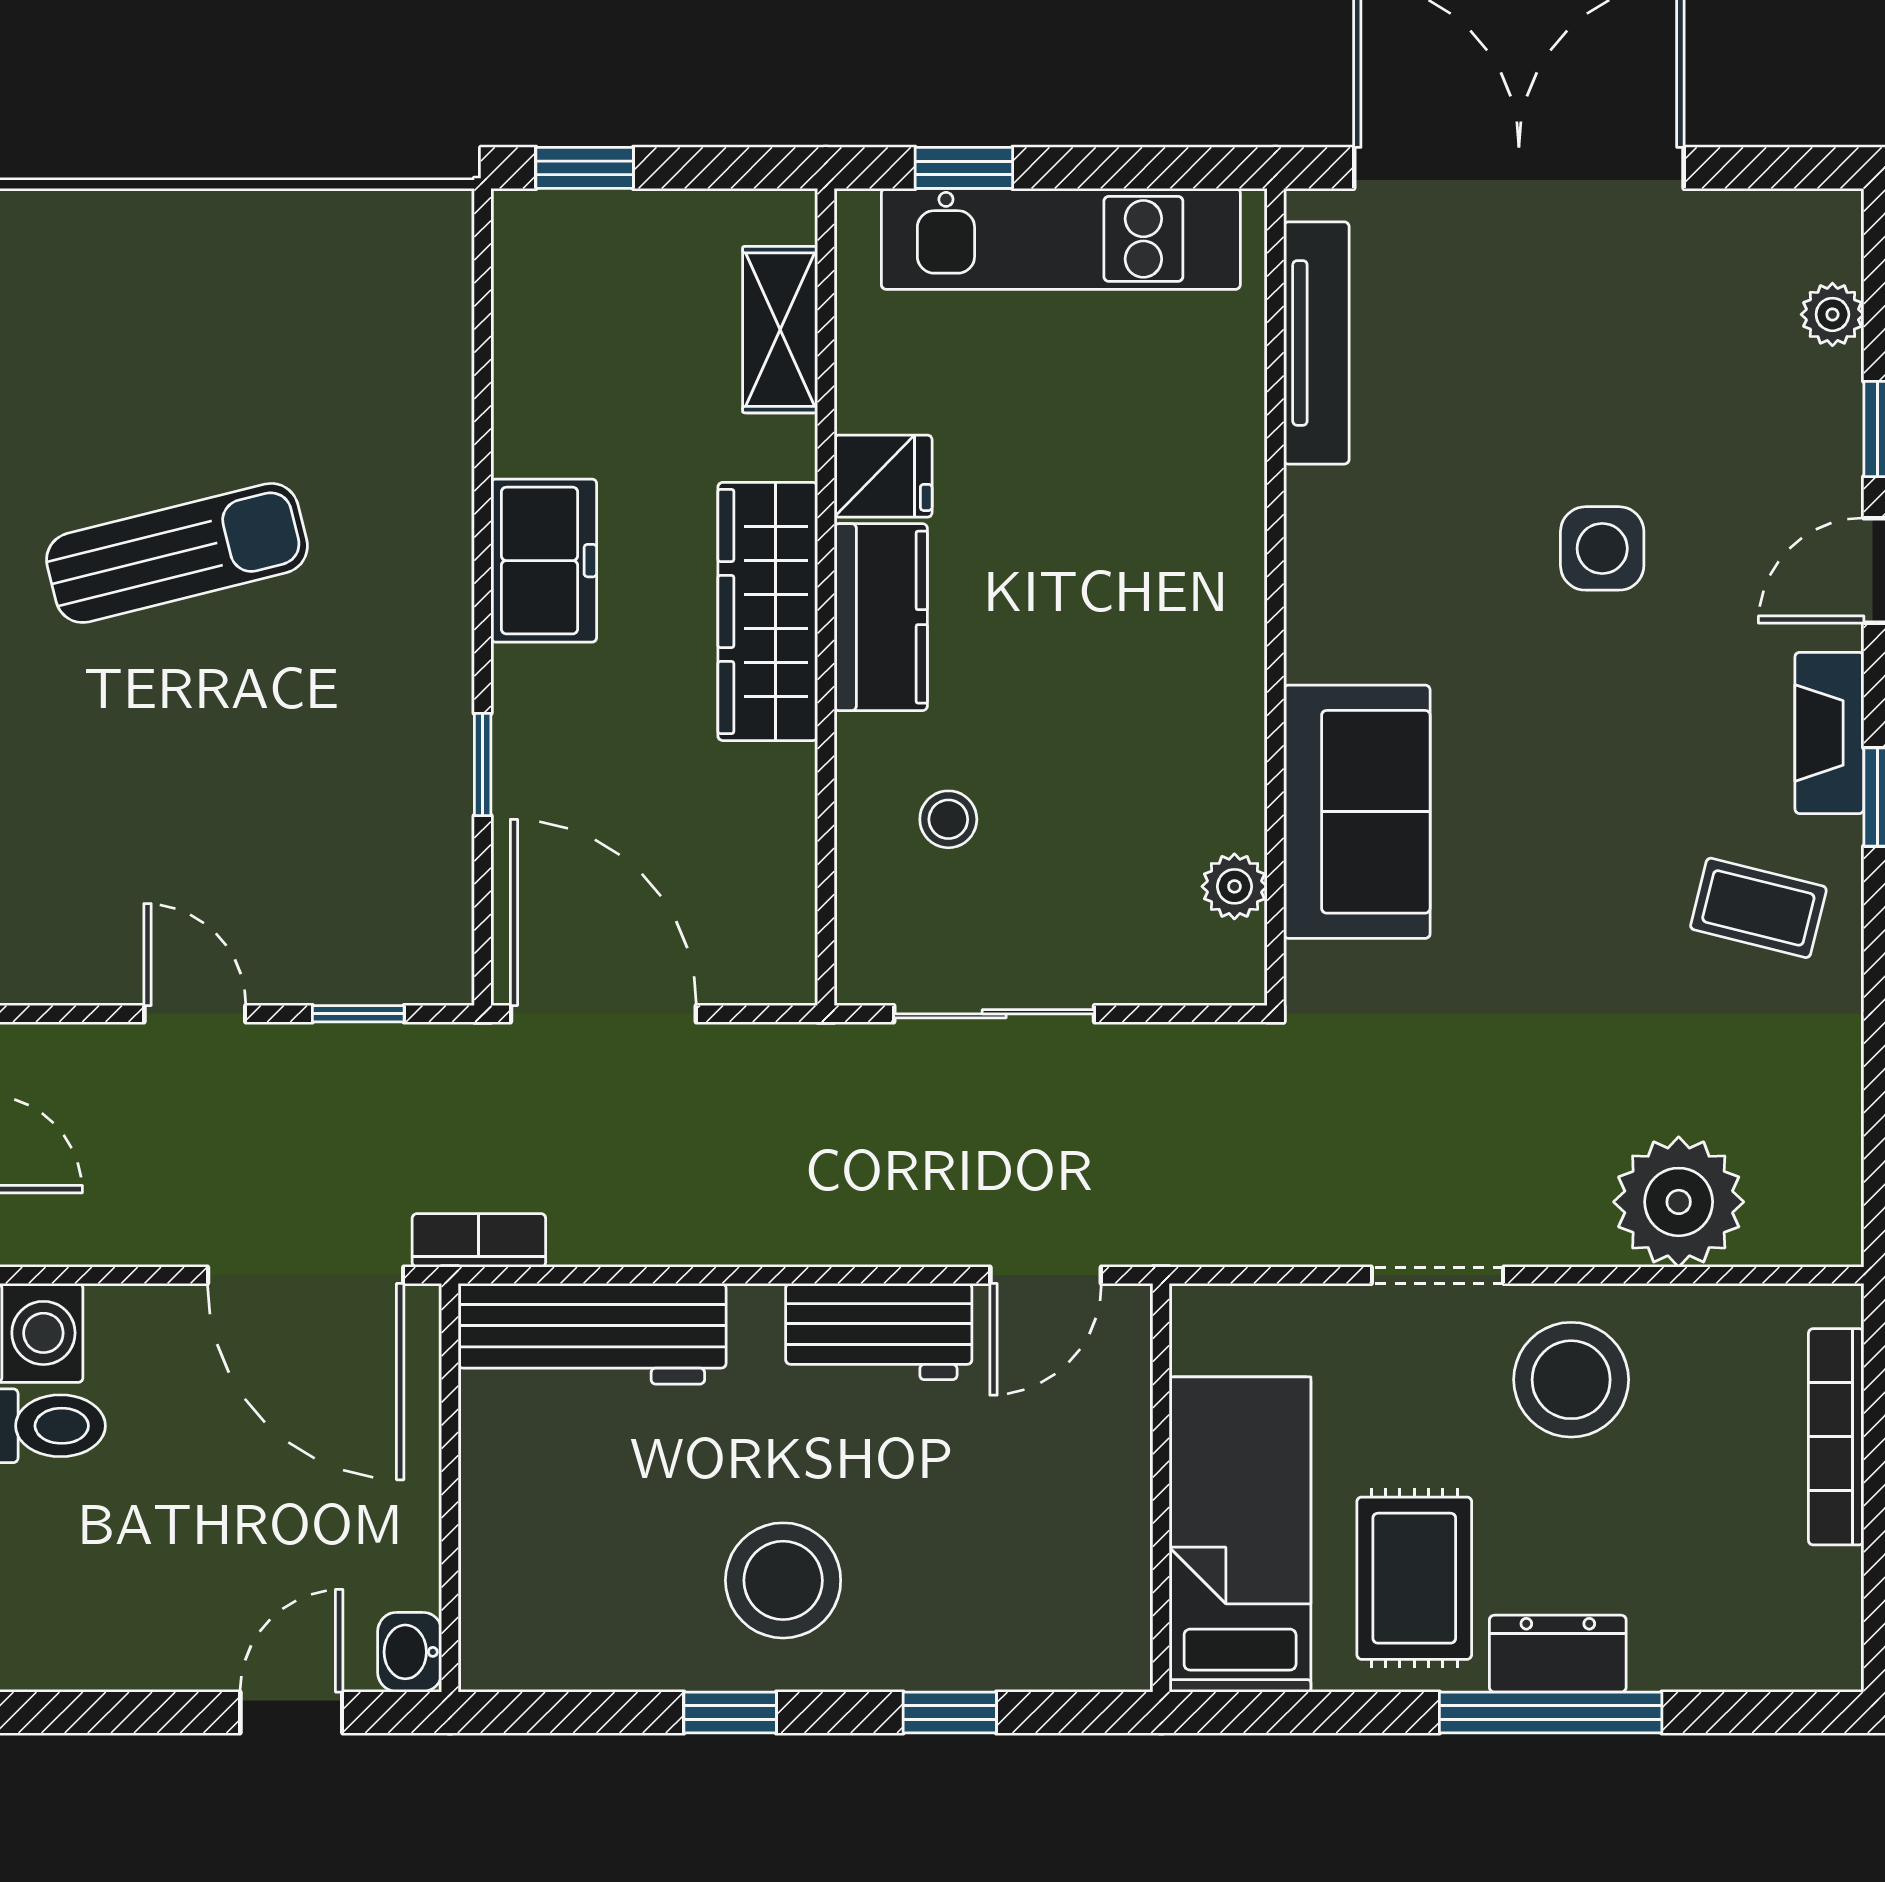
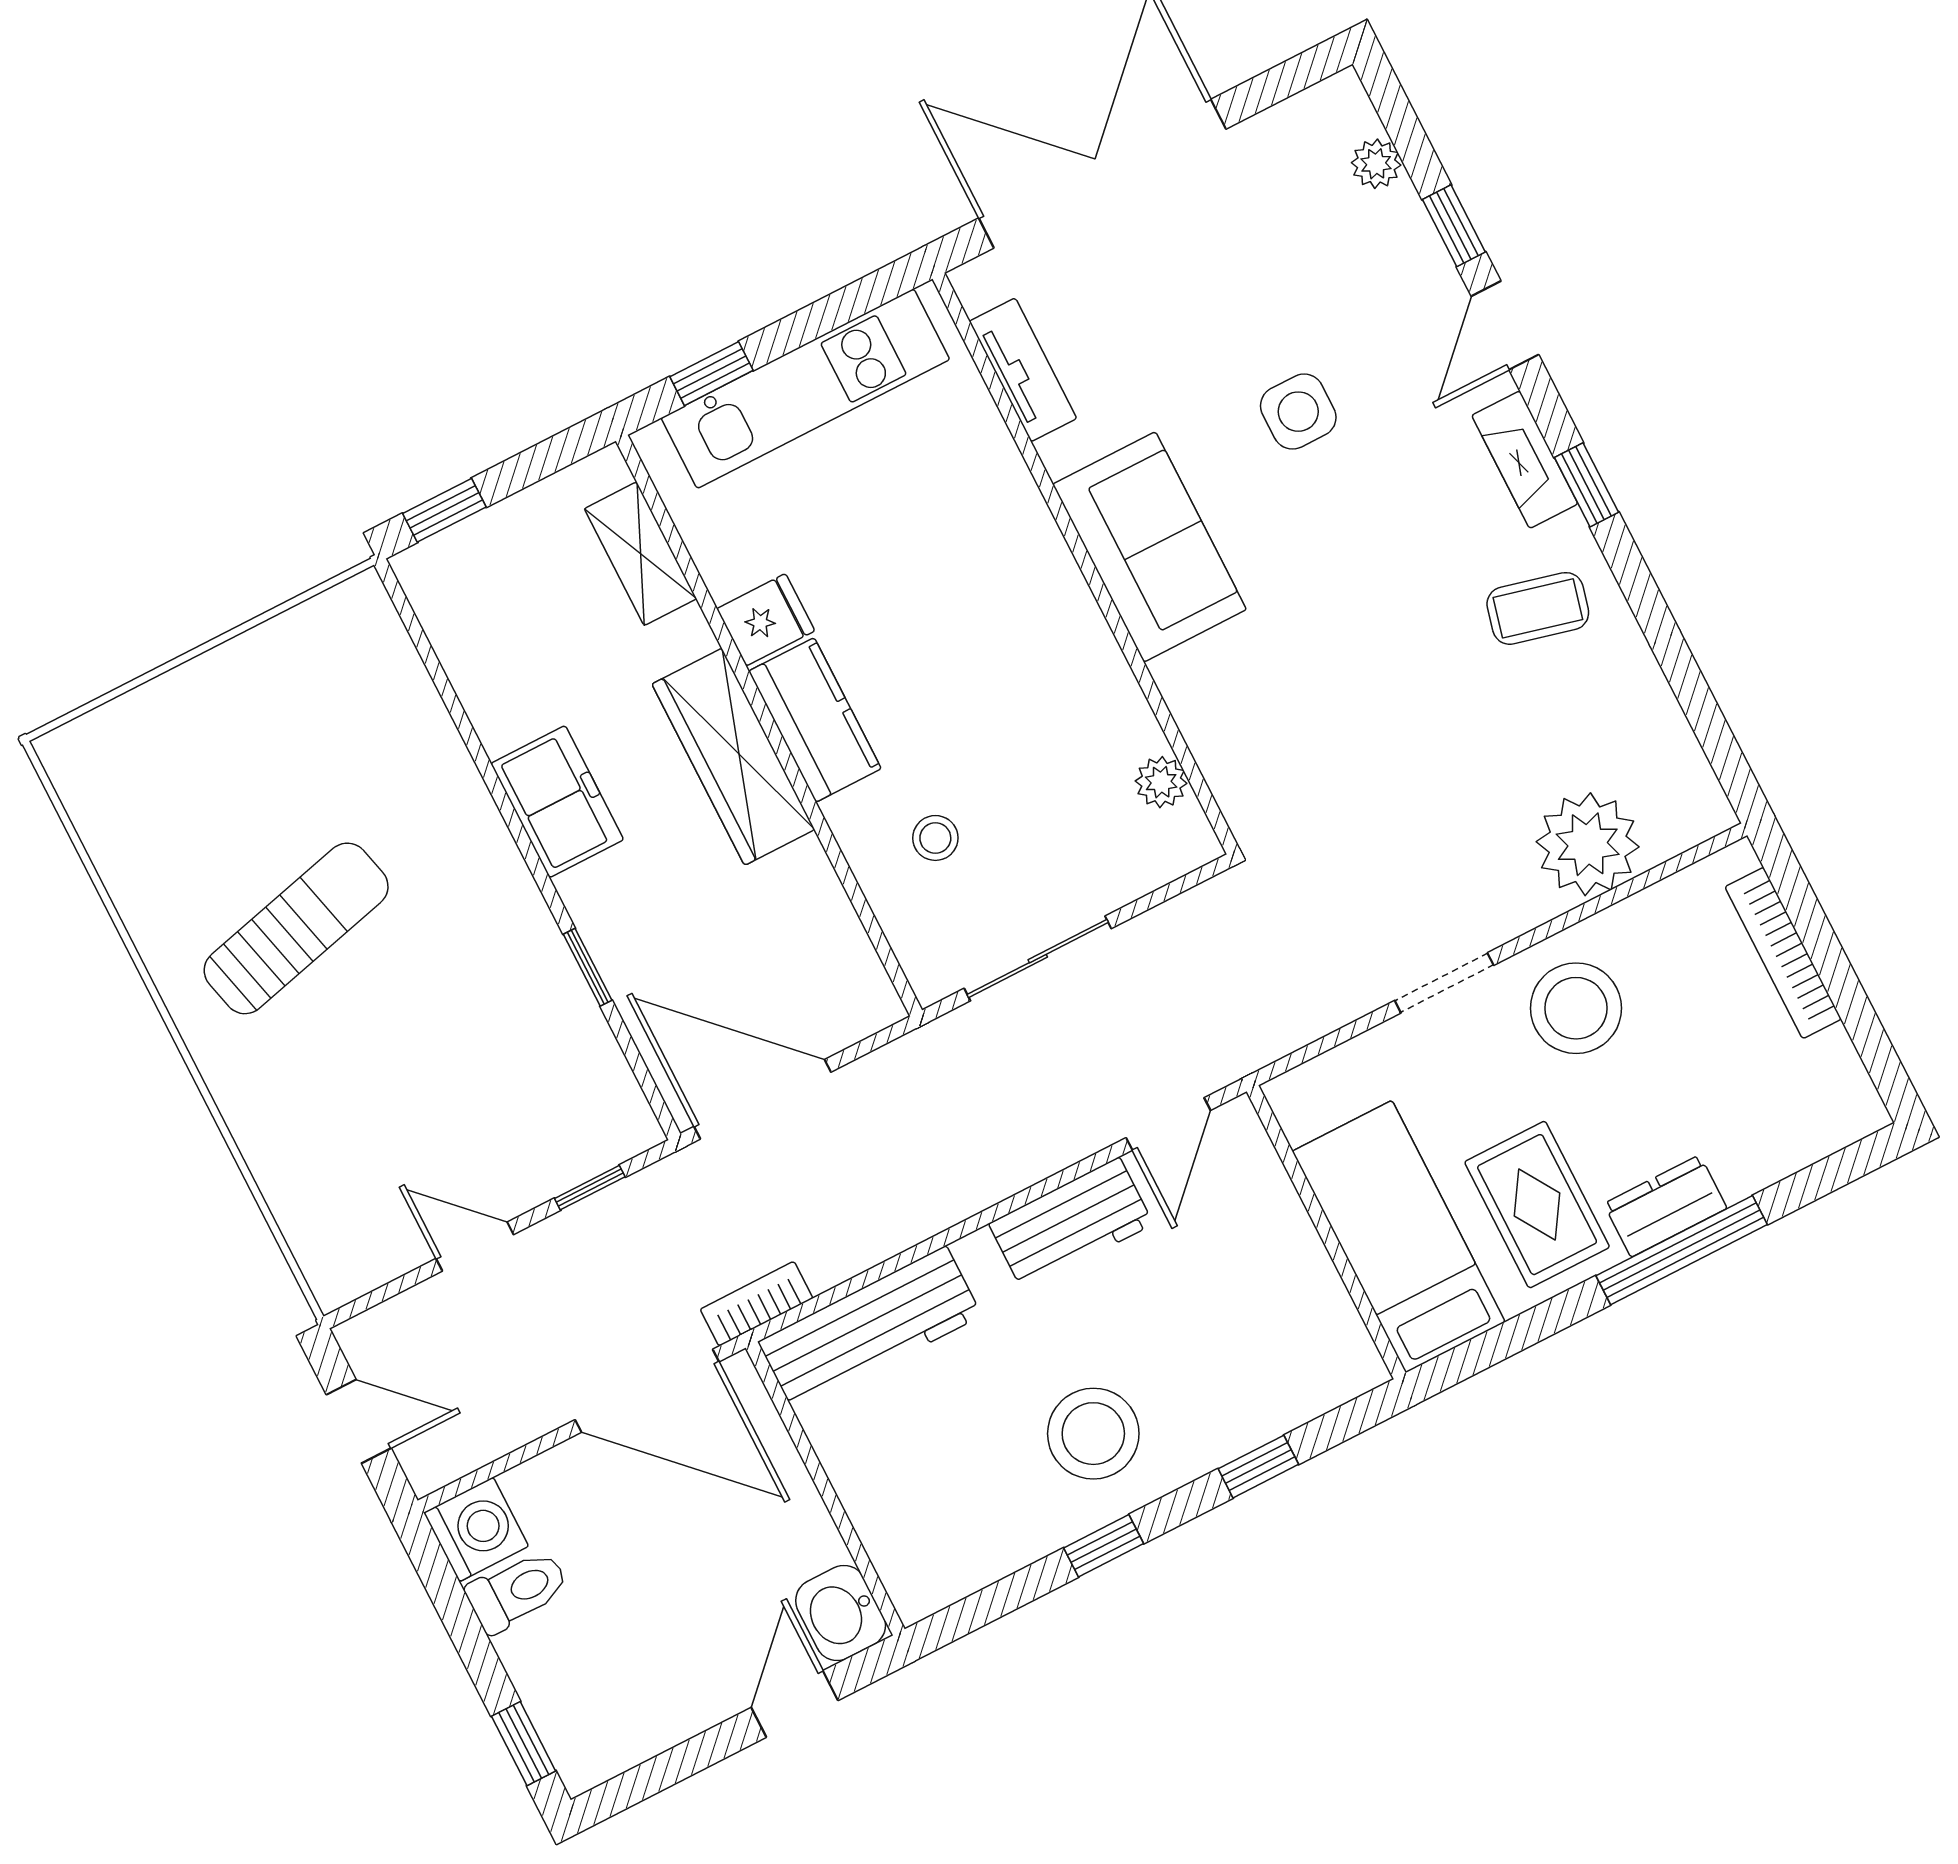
tv unit: (1316, 343) -> (1023, 370), width x0.71
sofa: (1357, 812) -> (1149, 547), moved
washbasin: (410, 1652) -> (841, 1613), width x1.38, depth x1.45

